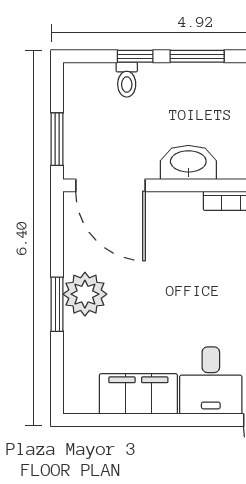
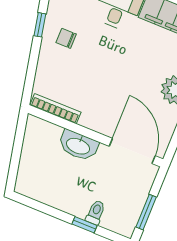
window: (197, 56) -> (46, 209), removed
window: (57, 139) -> (146, 212), moved

